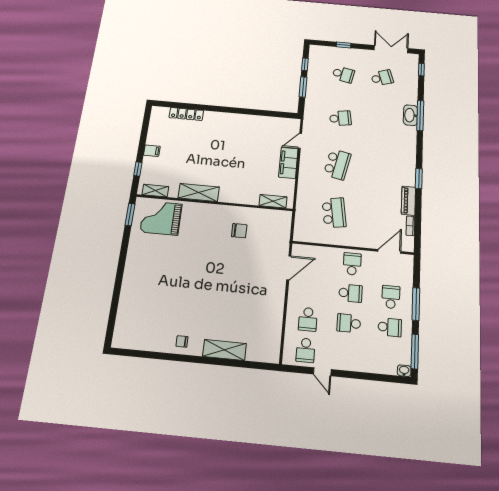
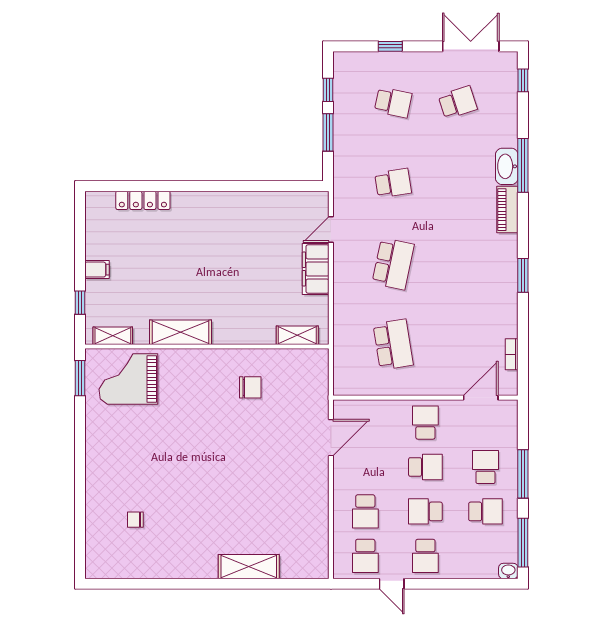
piano: (408, 201) -> (507, 210), moved
chair: (182, 341) -> (135, 520), moved
school desk: (347, 354) -> (425, 556), added

